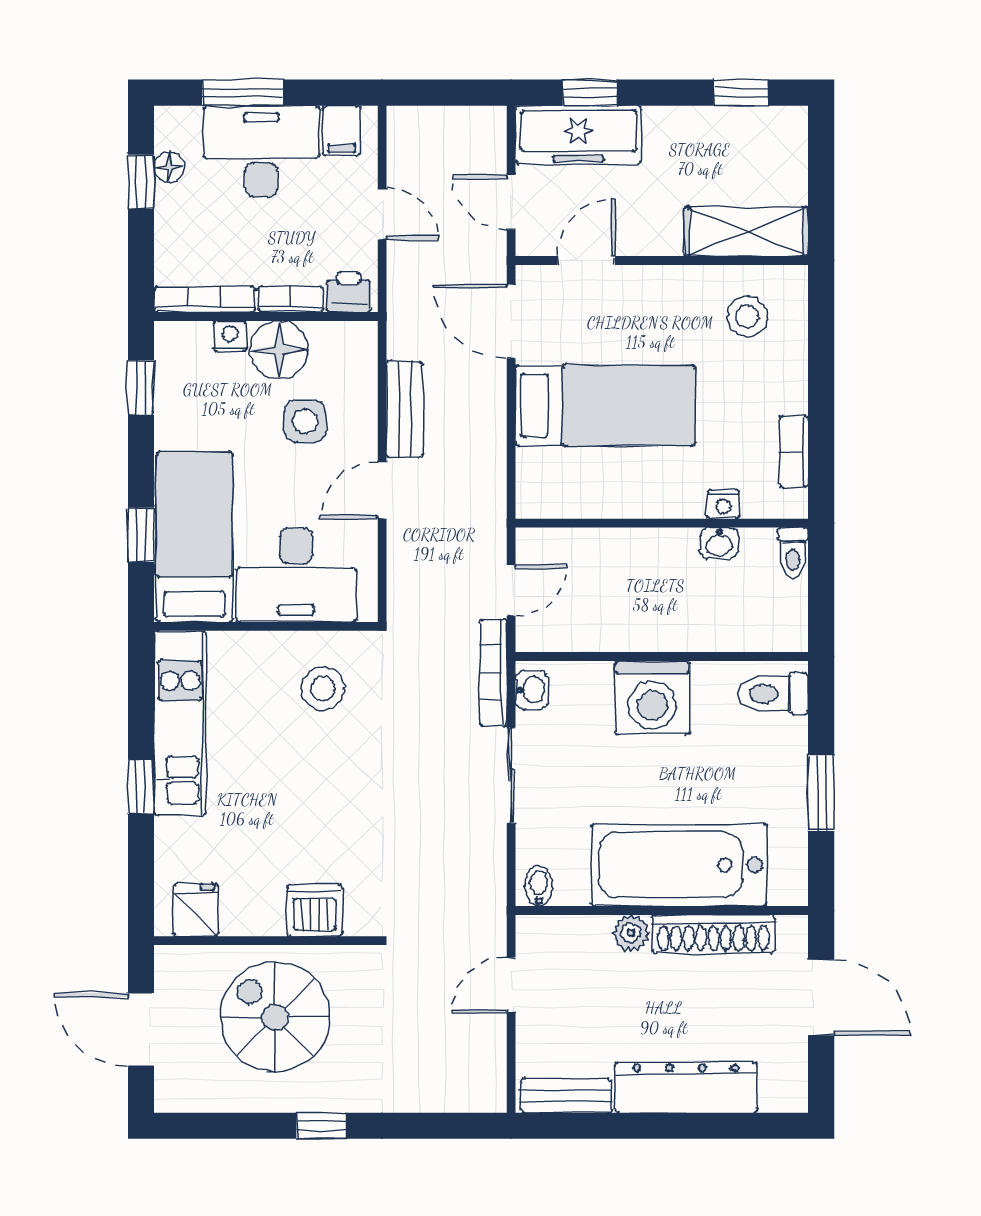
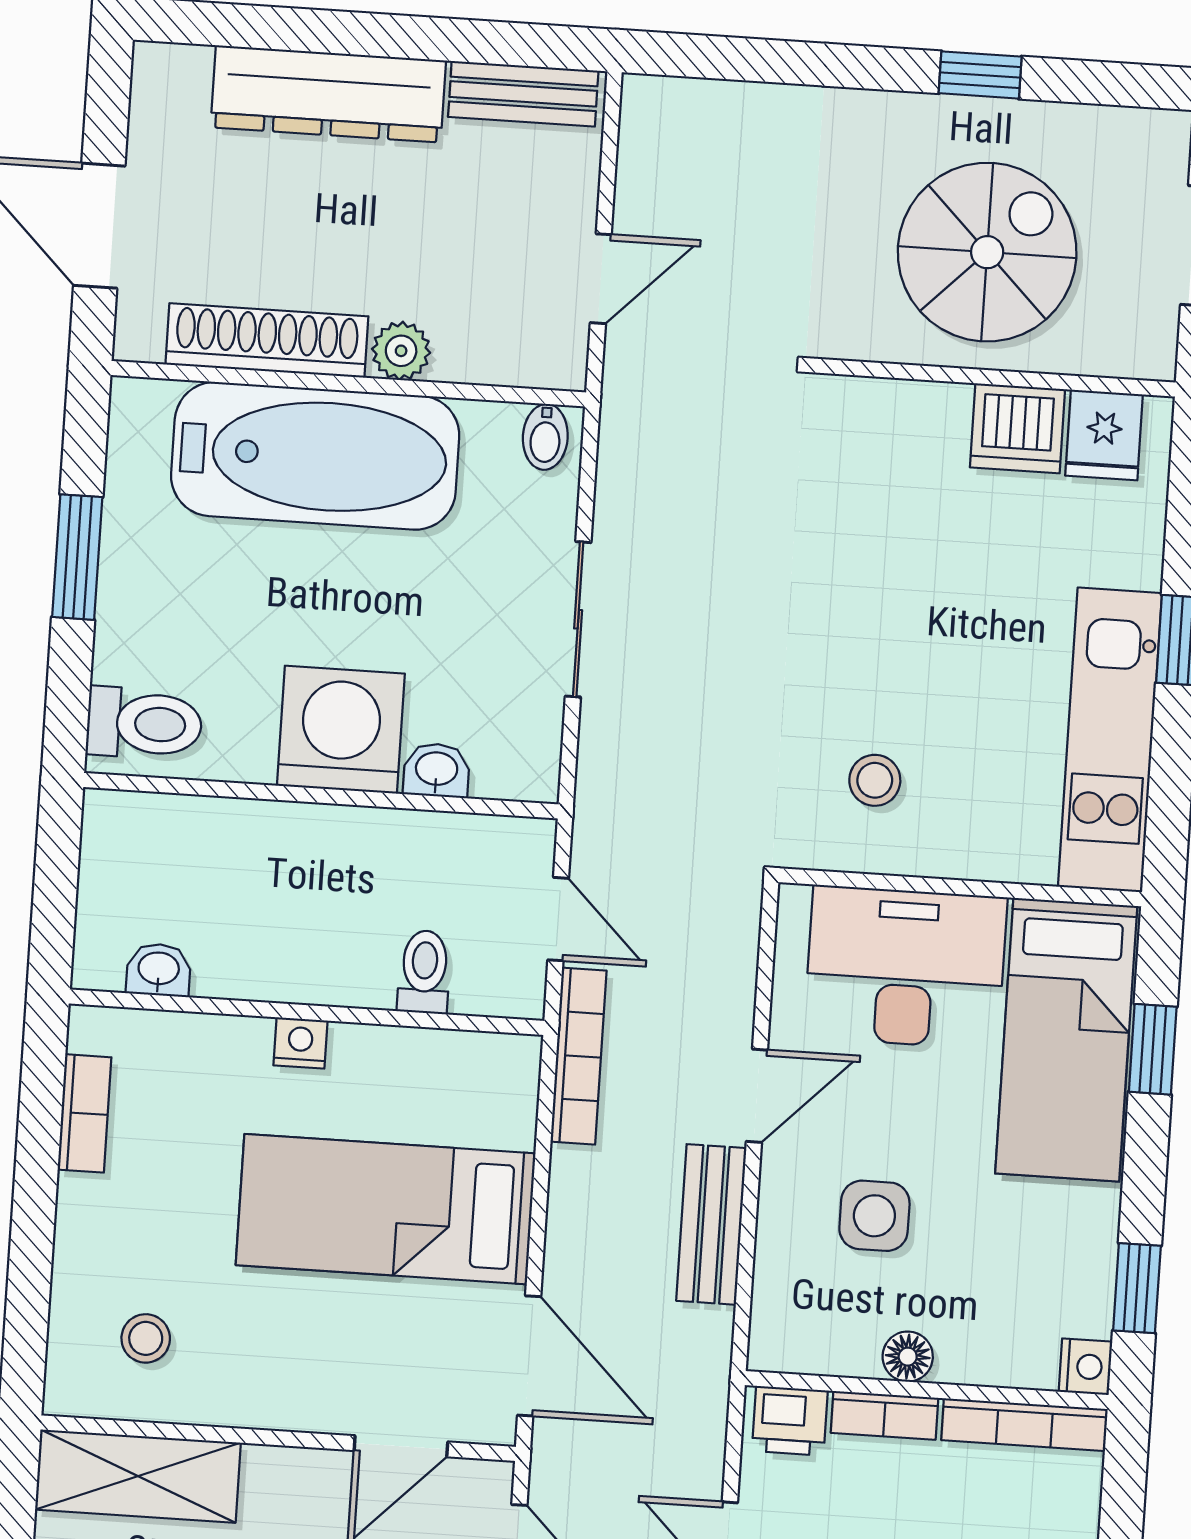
stool: (747, 316) -> (146, 1338), width x0.73, depth x0.73
nightstand: (230, 336) -> (1085, 1367), moved, turned -90
floor lamp: (279, 350) -> (908, 1357), width x0.53, depth x0.53
nightstand: (723, 504) -> (300, 1043), moved
washbasin: (719, 543) -> (159, 970), moved
toilet: (793, 553) -> (424, 972), moved
door: (511, 591) -> (558, 919), swing flipped
bookcase: (493, 673) -> (579, 1056), moved
stool: (323, 689) -> (875, 780), width x0.73, depth x0.73
washbasin: (532, 690) -> (436, 770), moved, turned 90
dishwasher: (315, 910) -> (1018, 428), moved
spiral stairs: (275, 1017) -> (987, 252), turned -90
window: (321, 1126) -> (980, 75), moved

